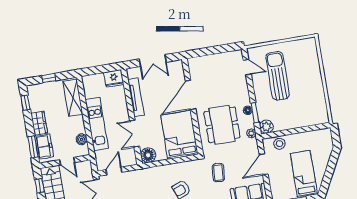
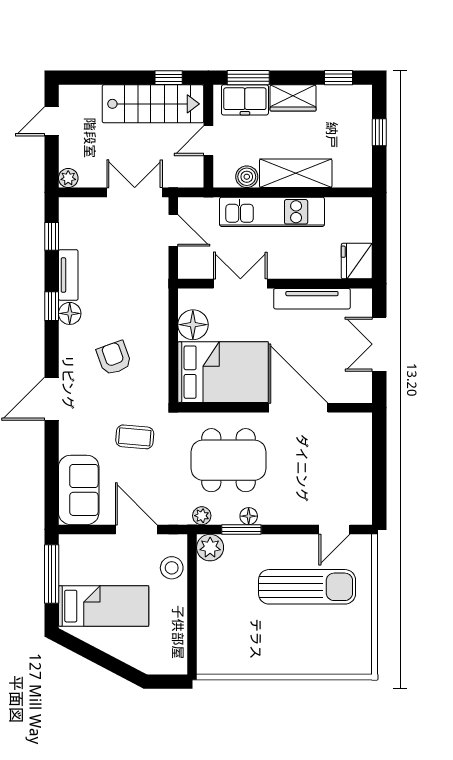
shelving: (73, 98) -> (296, 173), moved
floor lamp: (148, 155) -> (193, 325), moved

